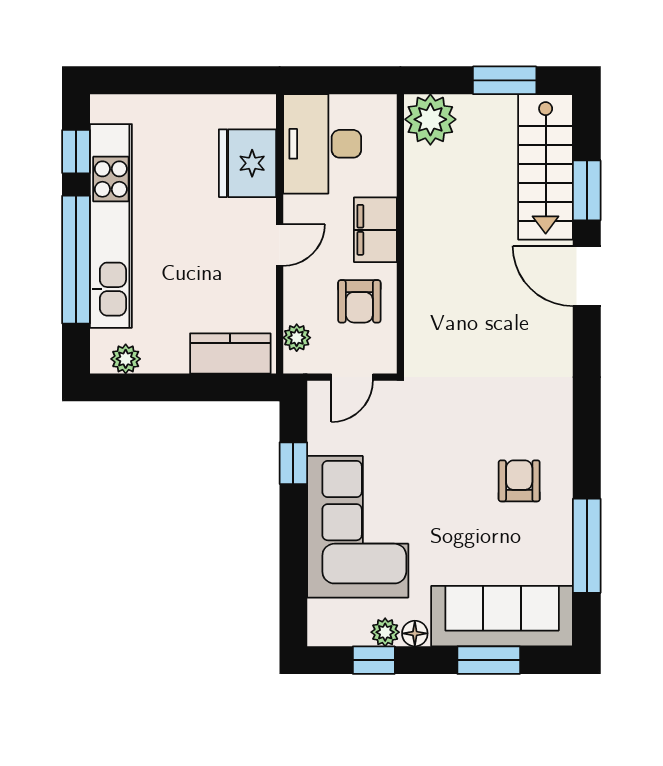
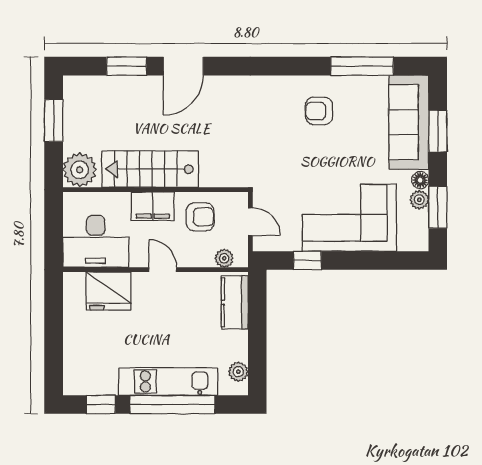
stairs: (546, 167) -> (150, 169), moved, turned 180
kitchen unit: (111, 226) -> (168, 381), width x0.73
window: (374, 660) -> (438, 207), width x1.50

